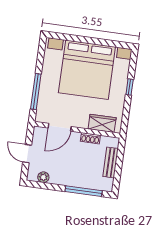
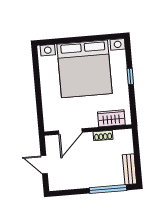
window: (36, 92) -> (39, 102), removed
bench: (111, 162) -> (130, 169), moved
plant: (43, 177) -> (65, 184), removed

